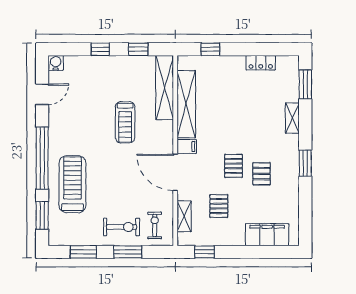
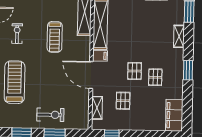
exercise bike: (155, 225) -> (17, 34), moved
filing cabinet: (267, 235) -> (174, 115), moved, turned -90

